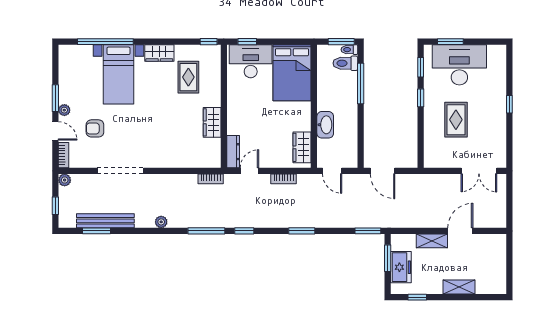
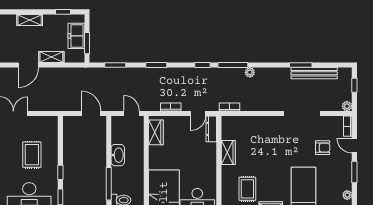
plant: (64, 110) -> (347, 195), moved
washbasin: (325, 125) -> (118, 155), moved, turned 180
plant: (161, 222) -> (250, 72), moved
window: (97, 231) -> (301, 65), moved
window: (368, 231) -> (115, 65), moved

